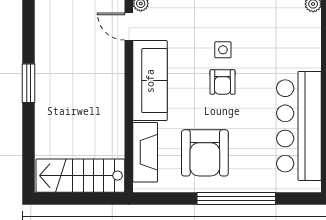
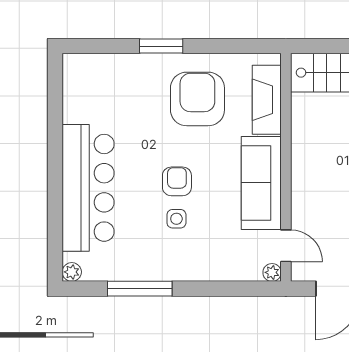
bar counter: (299, 126) -> (88, 188), moved
window: (236, 198) -> (161, 46), width x0.47

